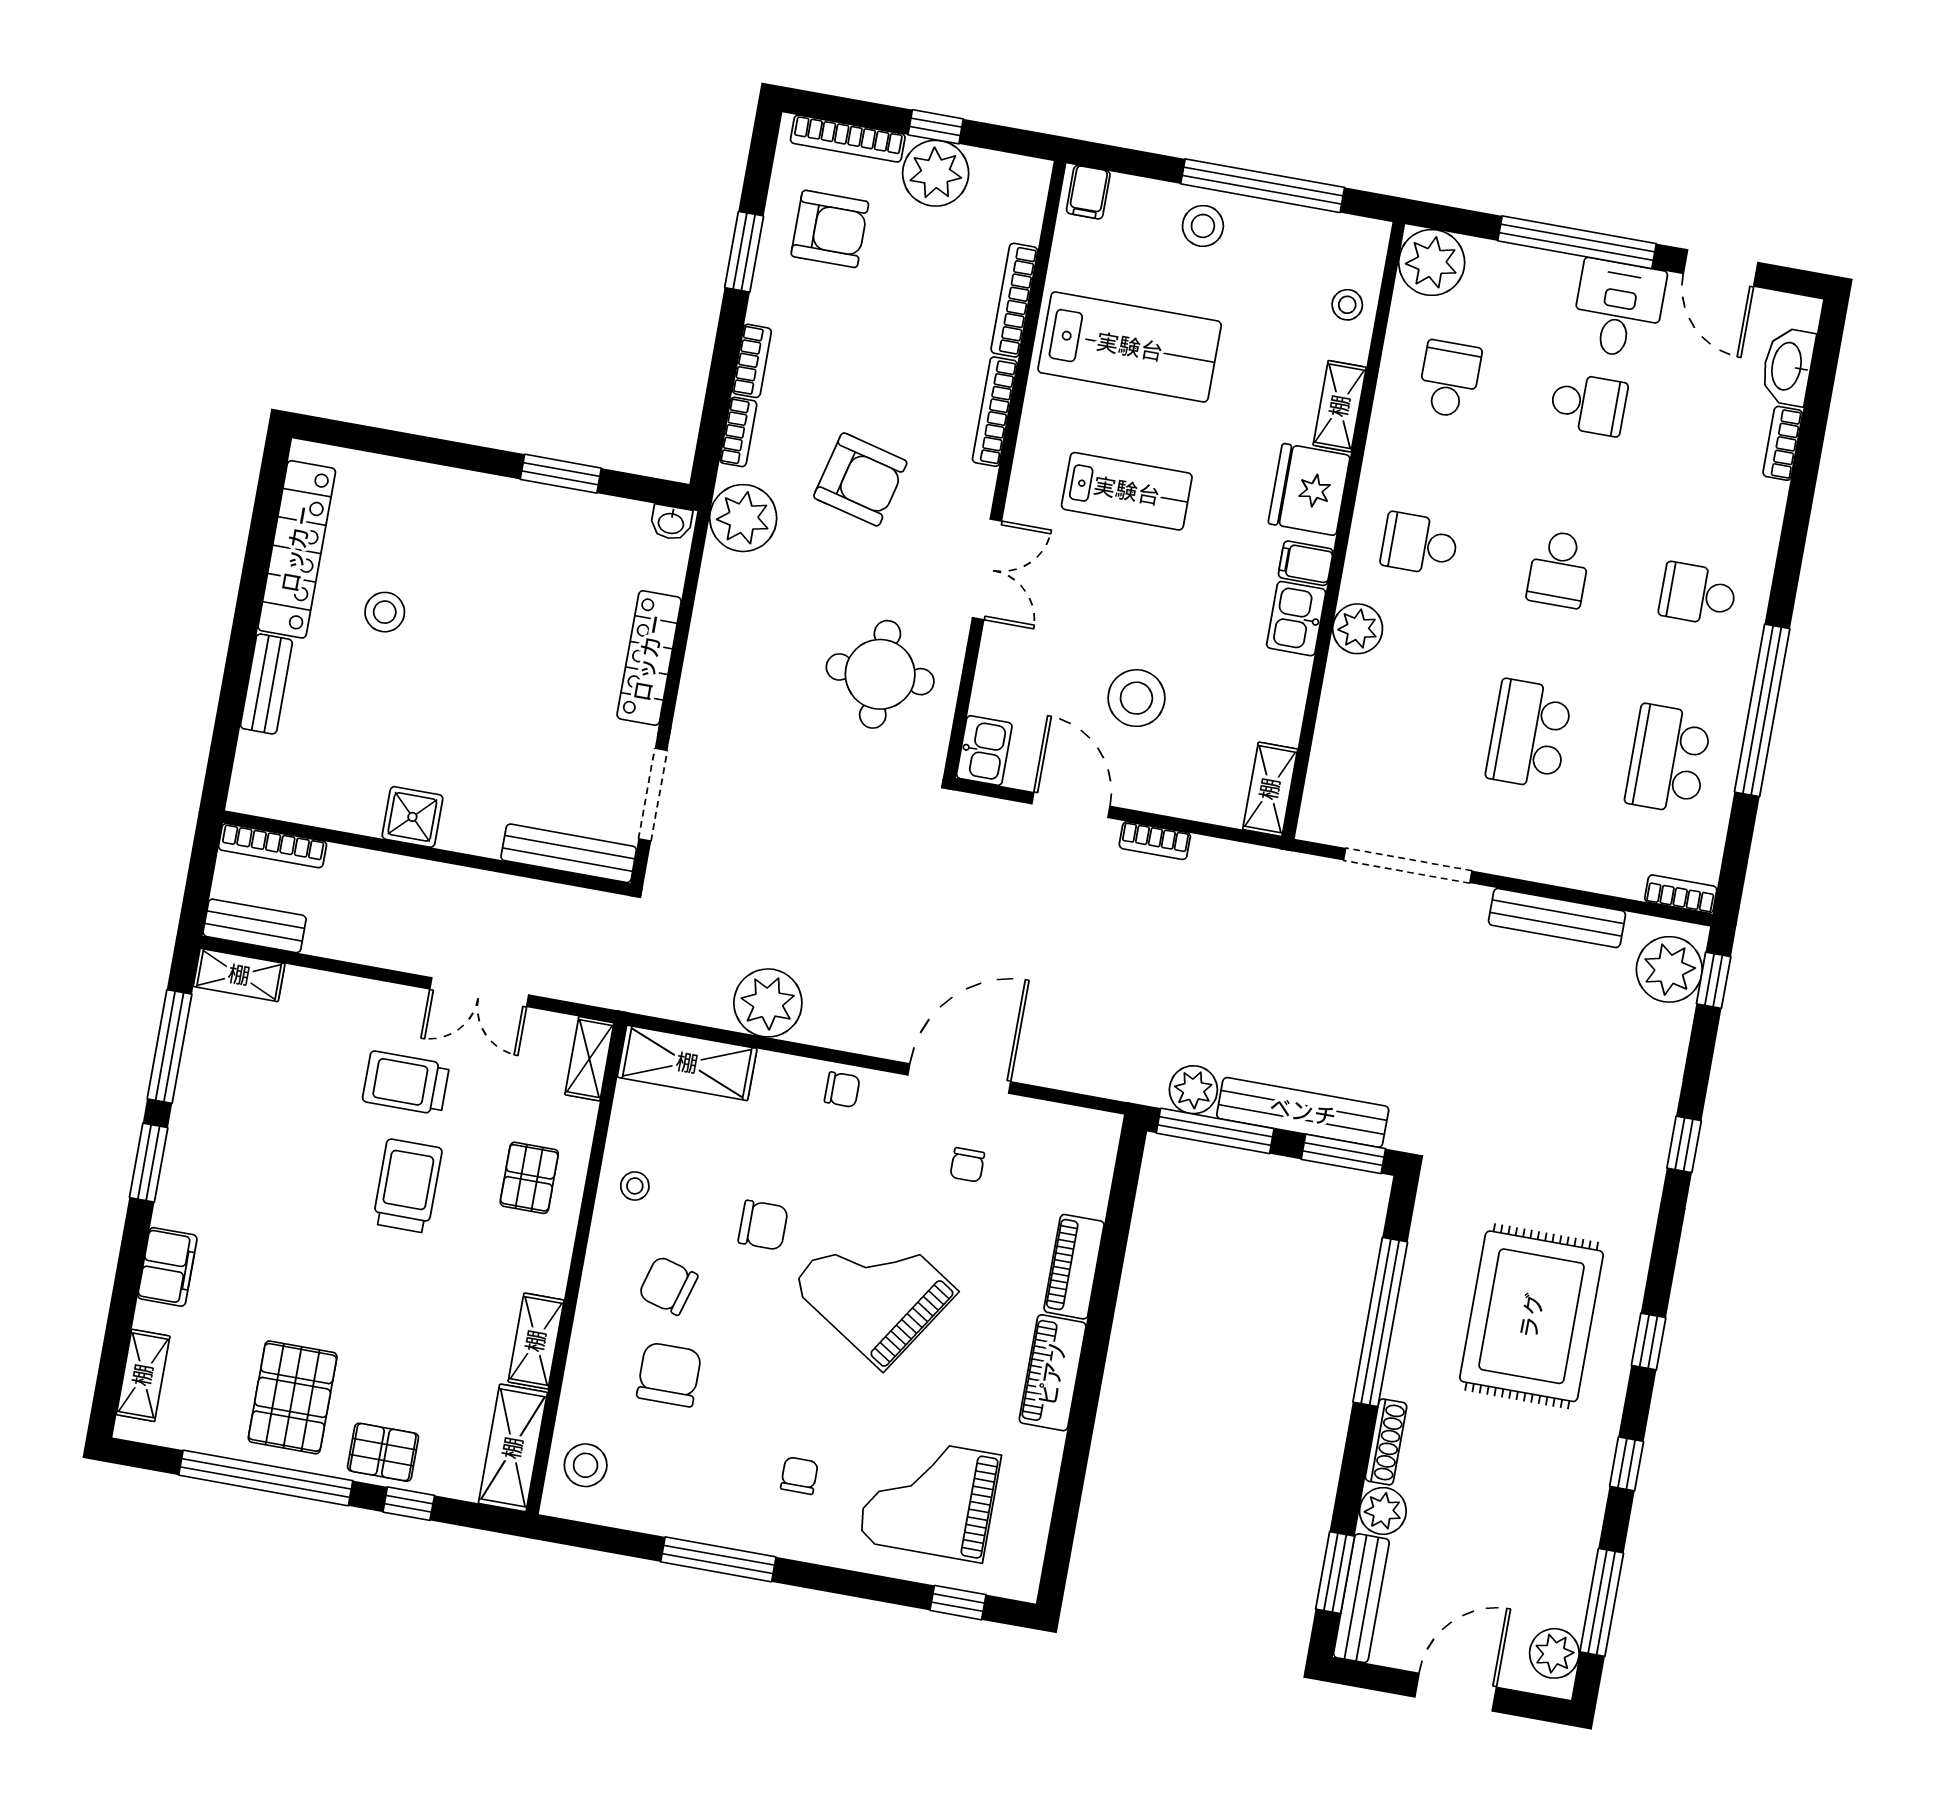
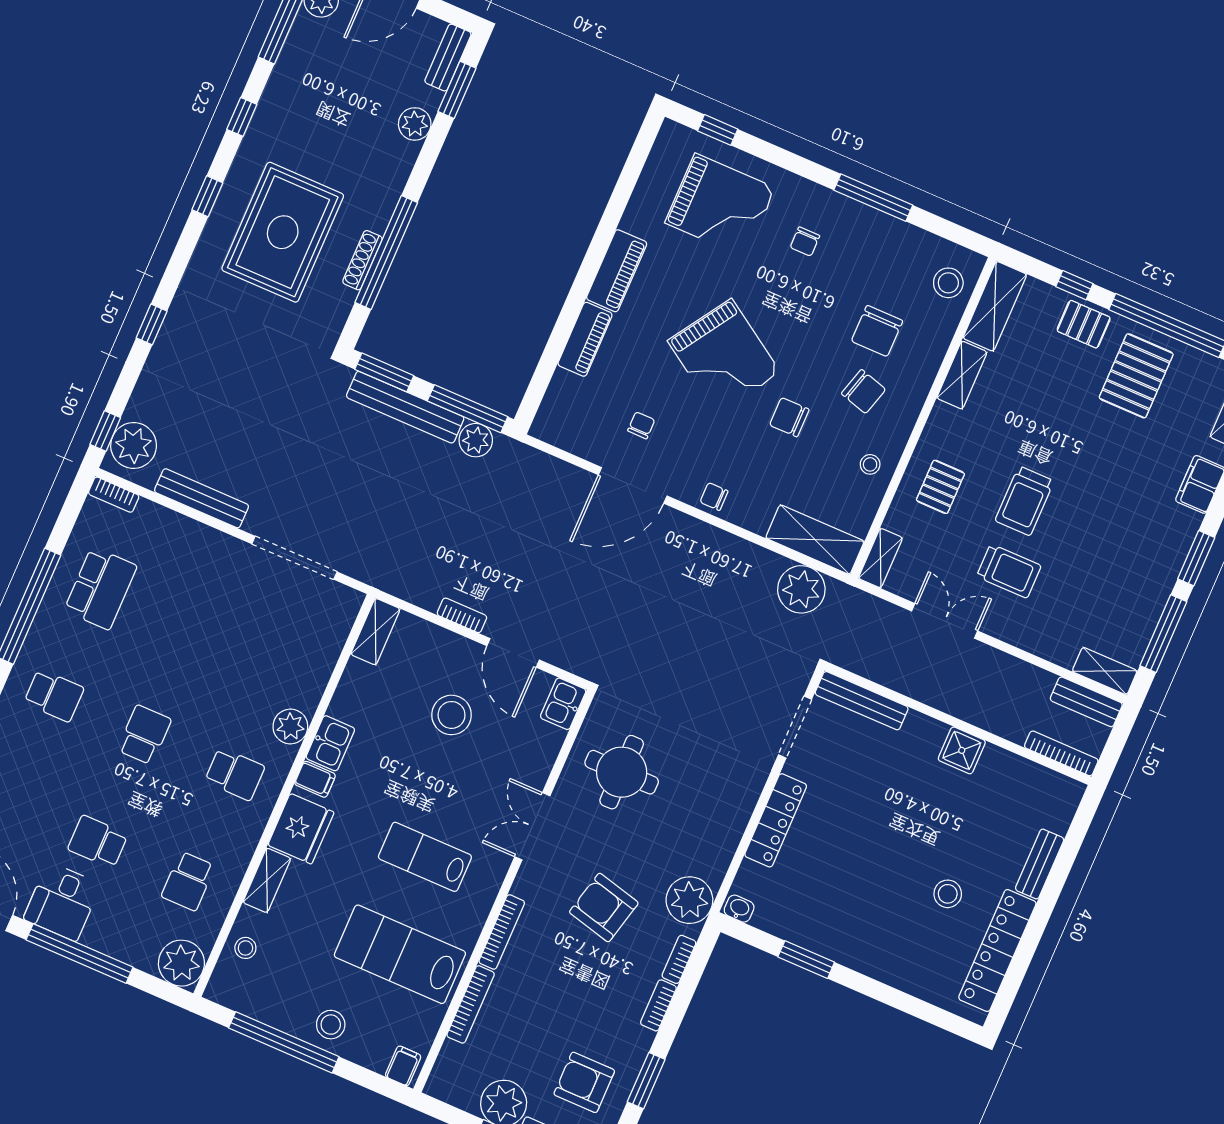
school desk: (1529, 734) -> (191, 628), removed
plant: (768, 1003) -> (801, 589), moved
shoe rack: (1386, 1442) -> (362, 260), moved
bench: (1361, 1598) -> (448, 57), width x0.73

